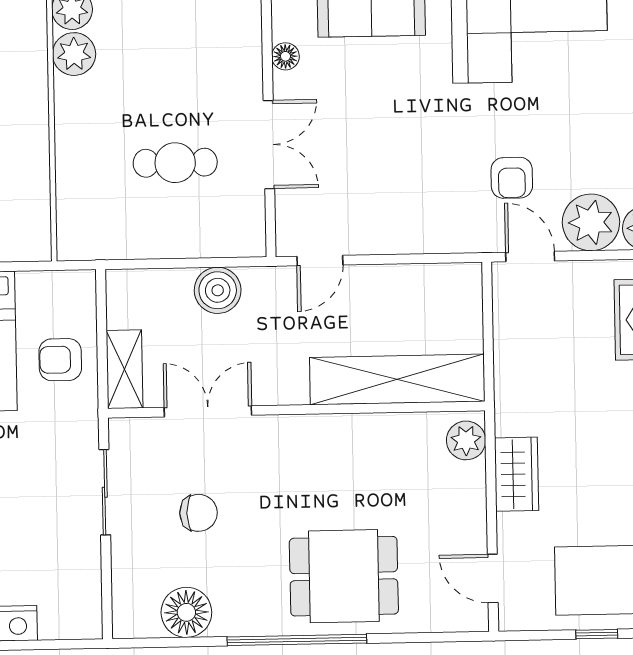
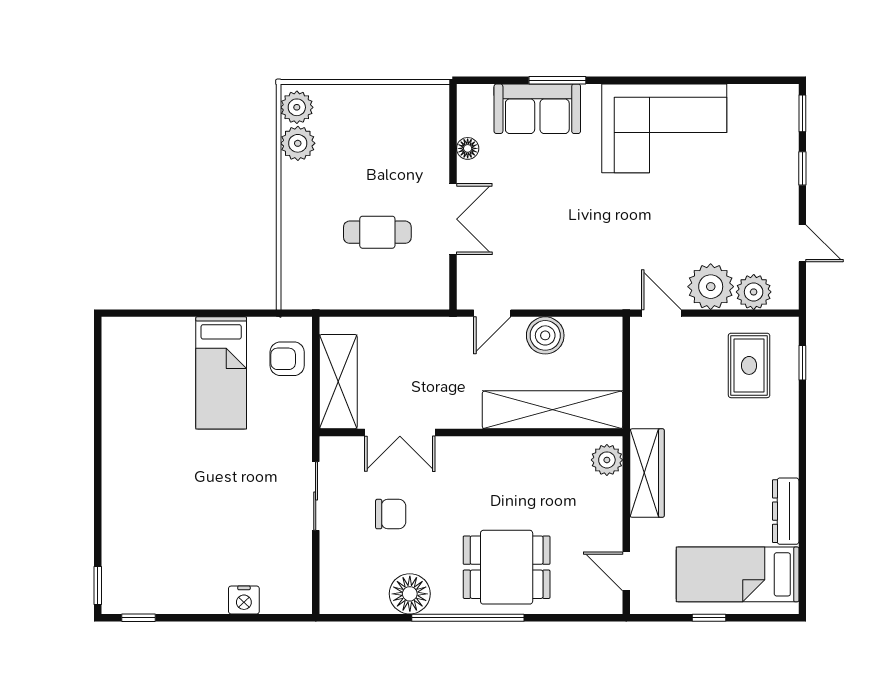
armchair: (512, 178) -> (648, 250), removed
boiler: (218, 290) -> (545, 335), moved
armchair: (60, 360) -> (287, 359), moved
shelving: (125, 369) -> (338, 382), width x1.50, depth x1.33
double door: (208, 411) -> (400, 433), swing flipped
wardrobe: (517, 474) -> (647, 473), width x1.50
floor lamp: (186, 612) -> (410, 594), moved

